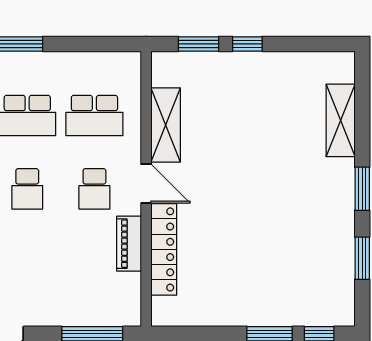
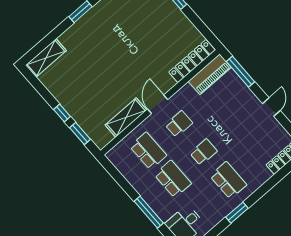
shelving: (341, 120) -> (46, 58), moved
piano: (129, 244) -> (210, 74), moved, width x1.37, depth x1.33
locker: (164, 249) -> (192, 61), moved

